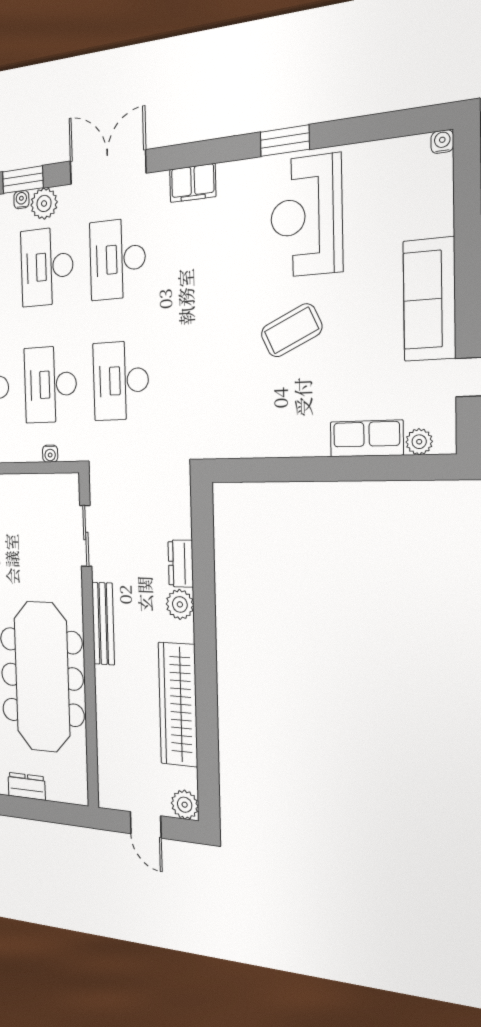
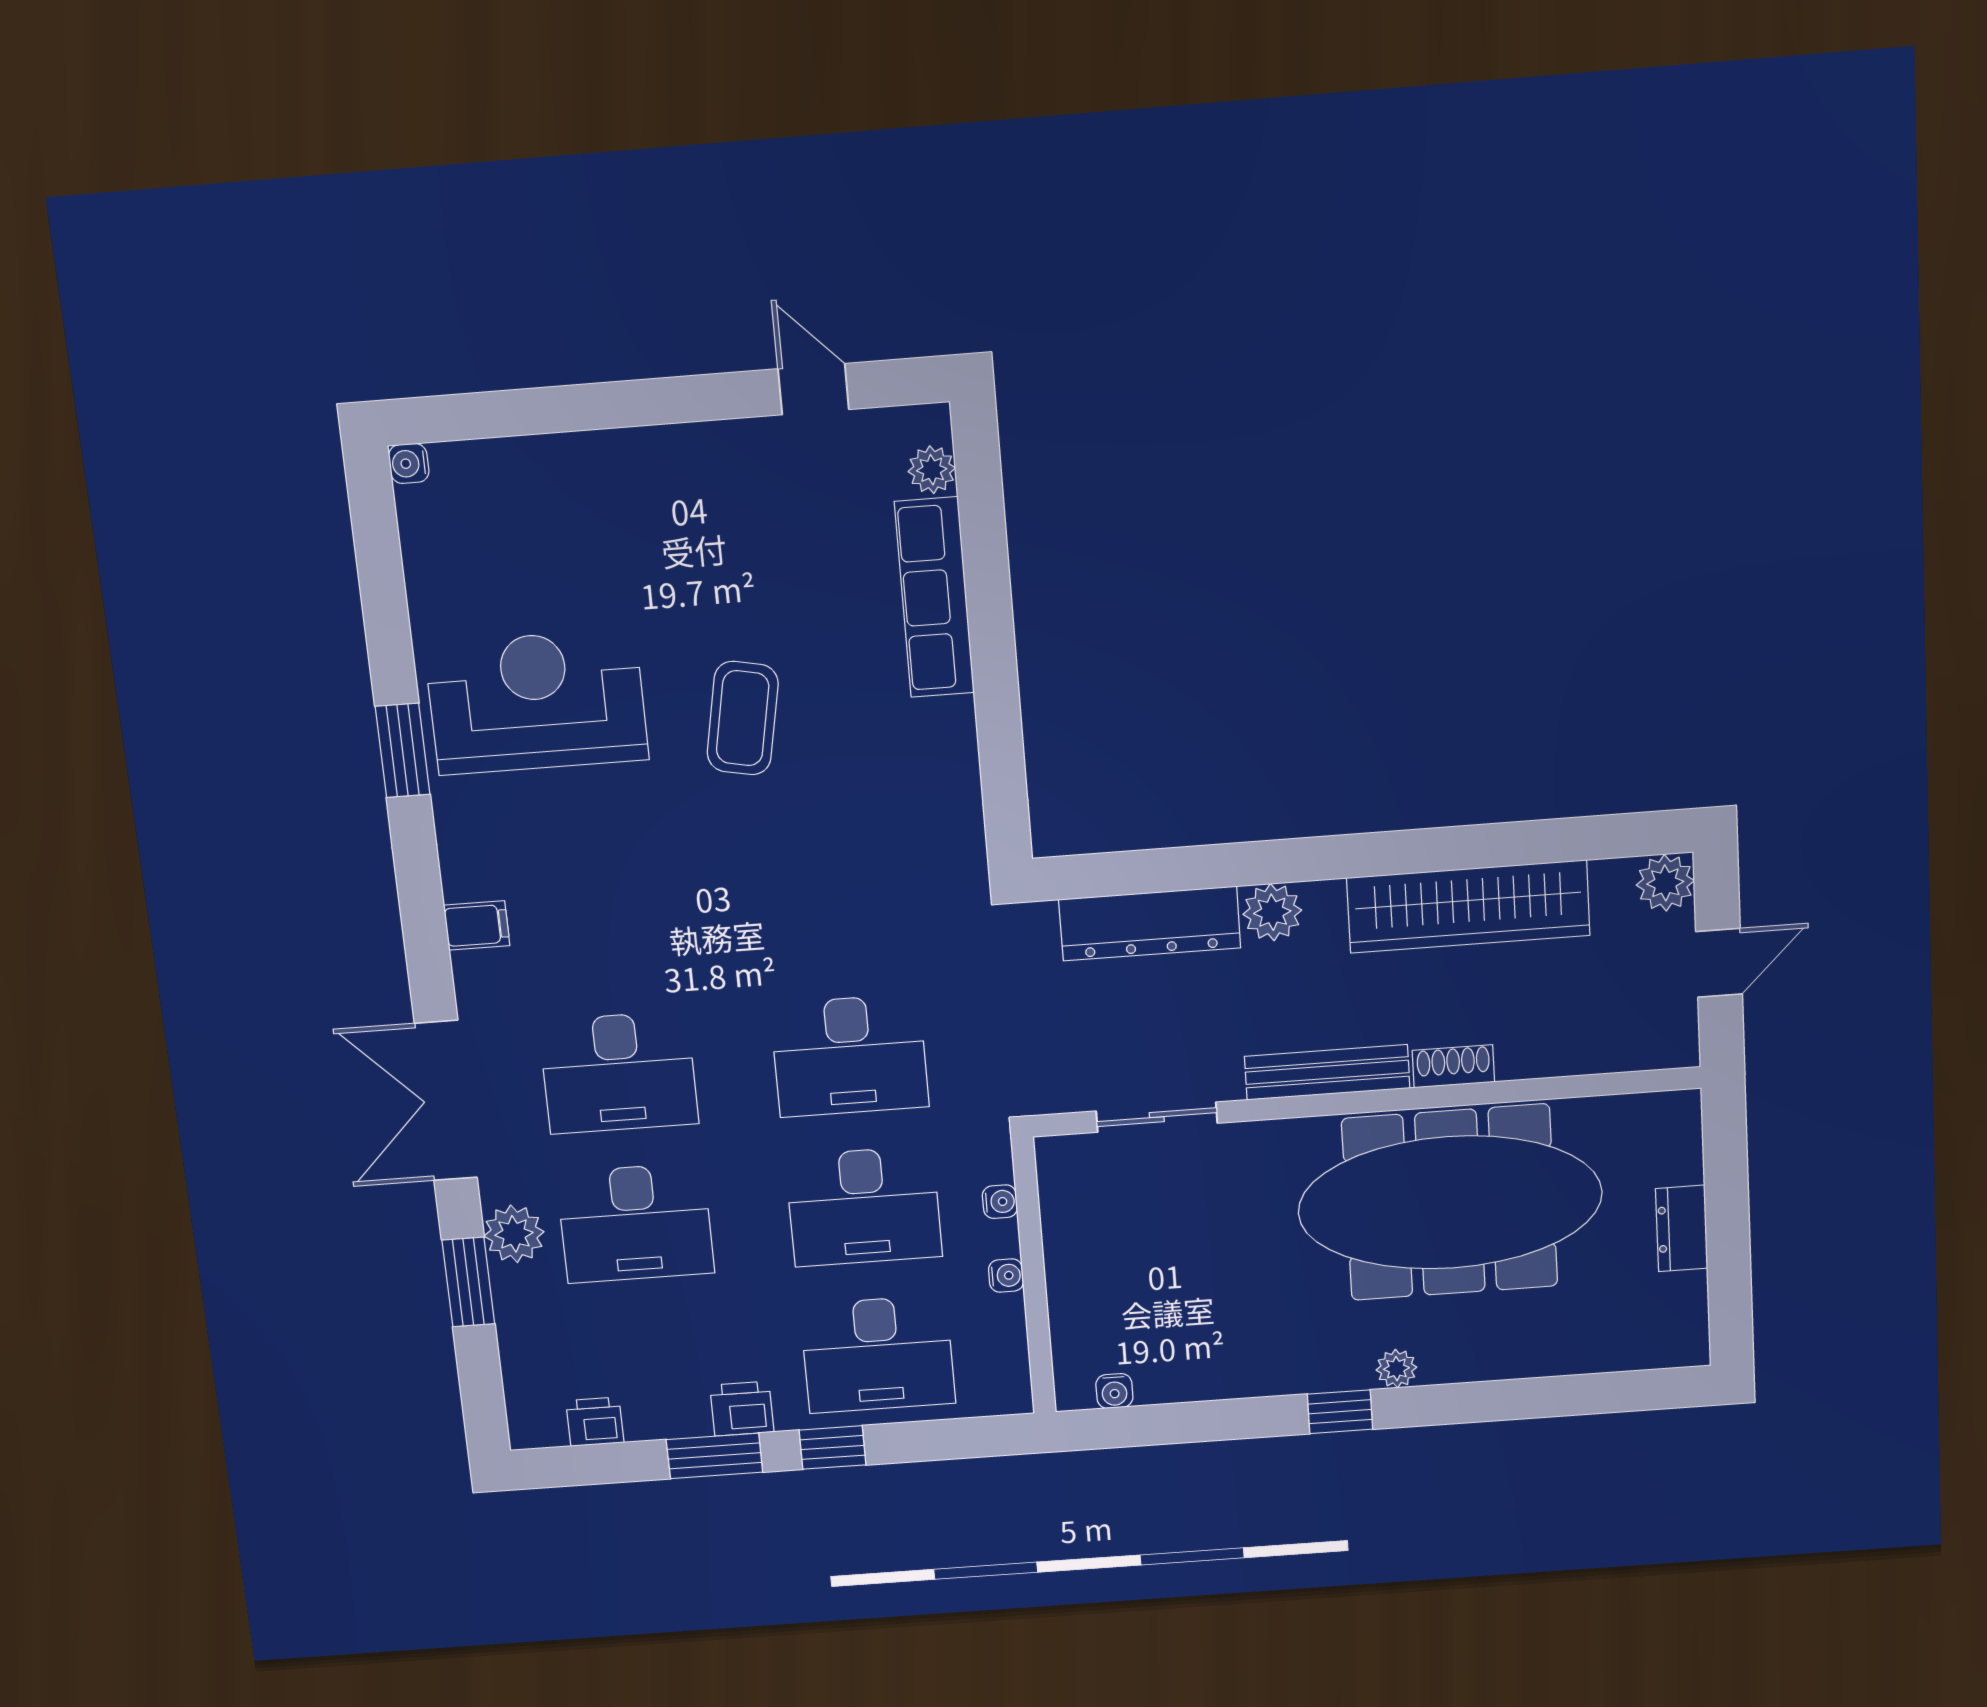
filing cabinet: (193, 183) -> (477, 925), width x0.50
water cooler: (21, 200) -> (1006, 1276), moved, turned 180
reception desk: (306, 216) -> (537, 702), turned 180
sofa: (429, 299) -> (681, 468), removed
coffee table: (291, 330) -> (743, 718), turned 36
row of seats: (367, 438) -> (934, 597), width x1.48
dresser: (181, 564) -> (1150, 924), width x1.96, depth x1.24
shoe rack: (103, 687) -> (1453, 1066), added

